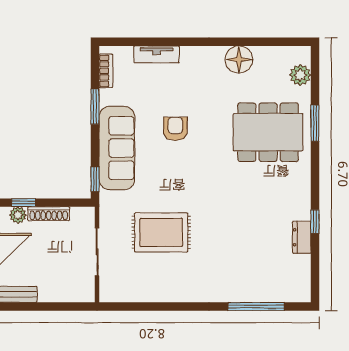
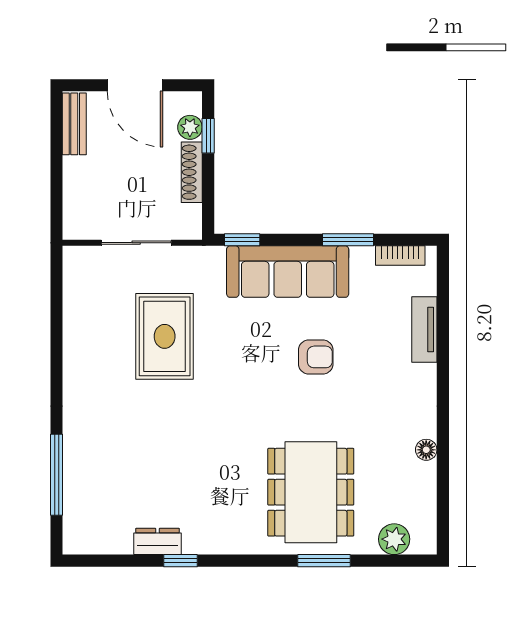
floor lamp: (239, 60) -> (426, 450), width x0.53, depth x0.53

